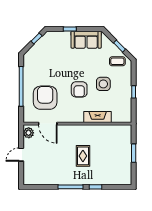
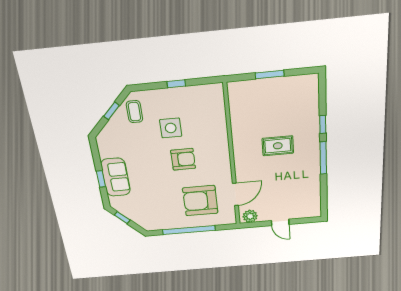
sofa: (86, 40) -> (116, 177), moved
fireplace: (98, 117) -> (220, 131), removed

